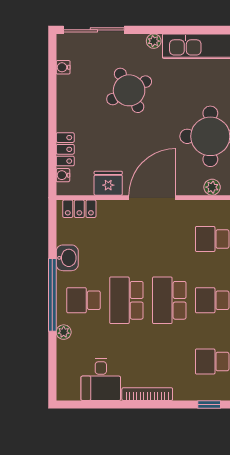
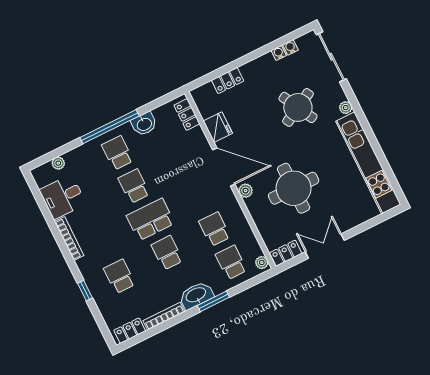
water cooler: (63, 175) -> (279, 53), moved
plant: (212, 187) -> (246, 191), moved
school desk: (126, 300) -> (134, 186), width x0.54
plant: (64, 332) -> (58, 163), moved

